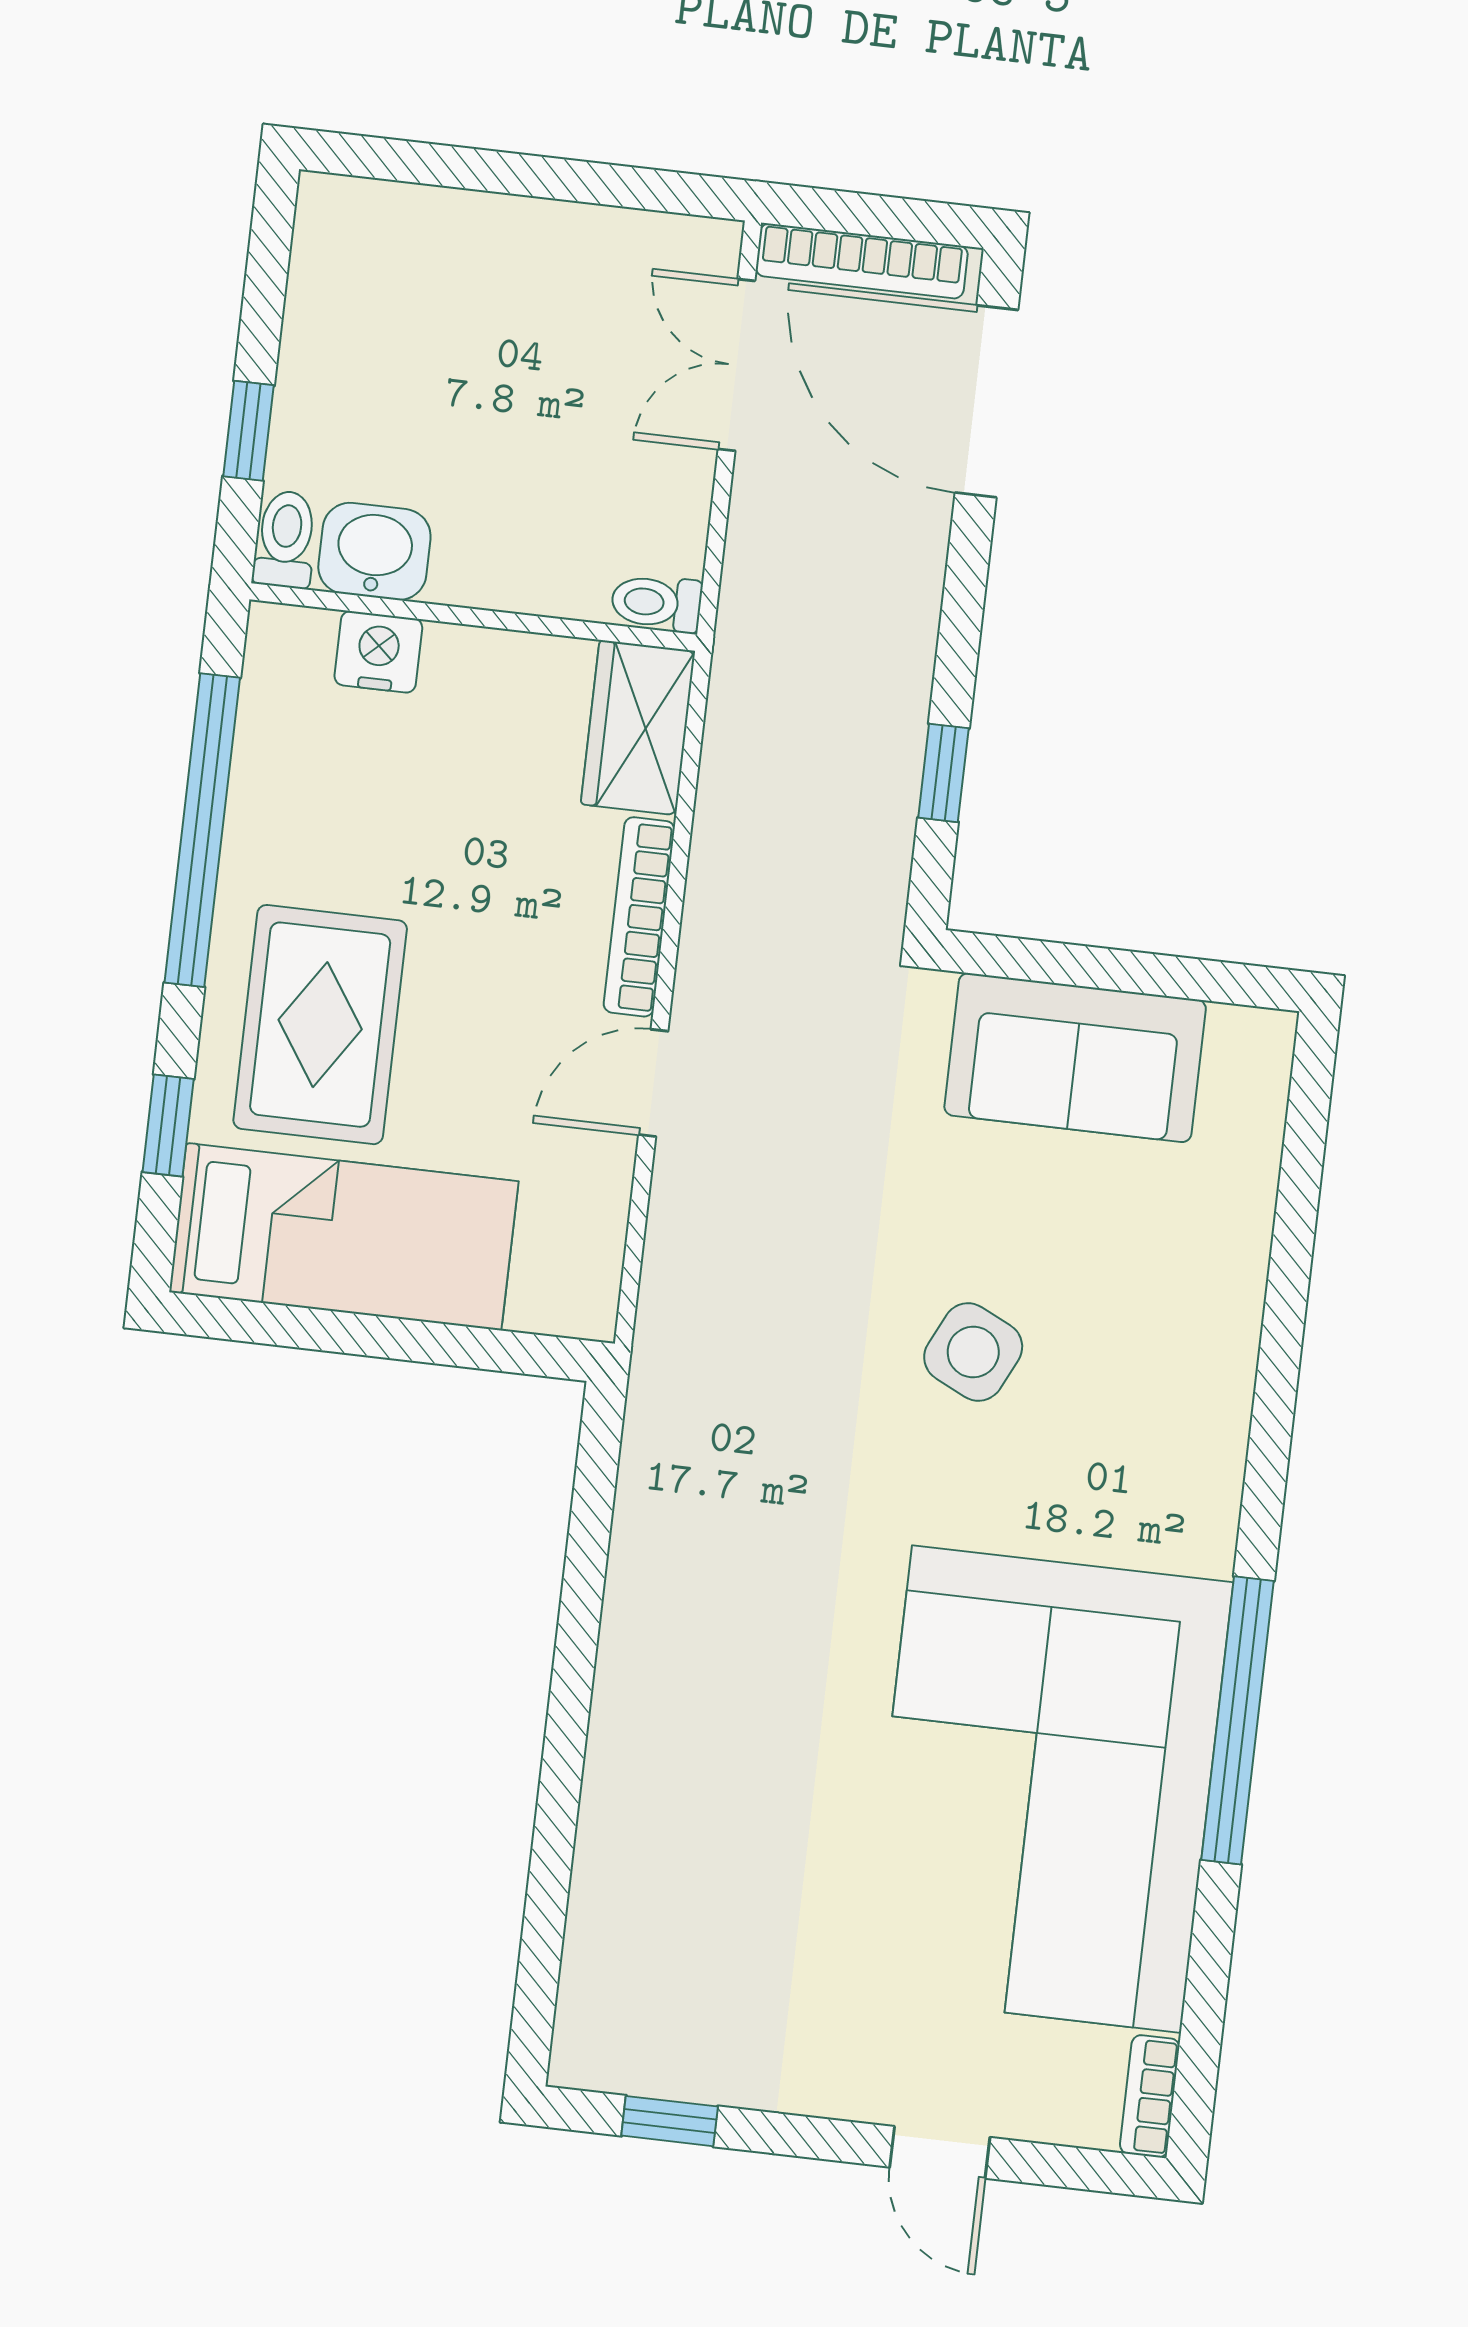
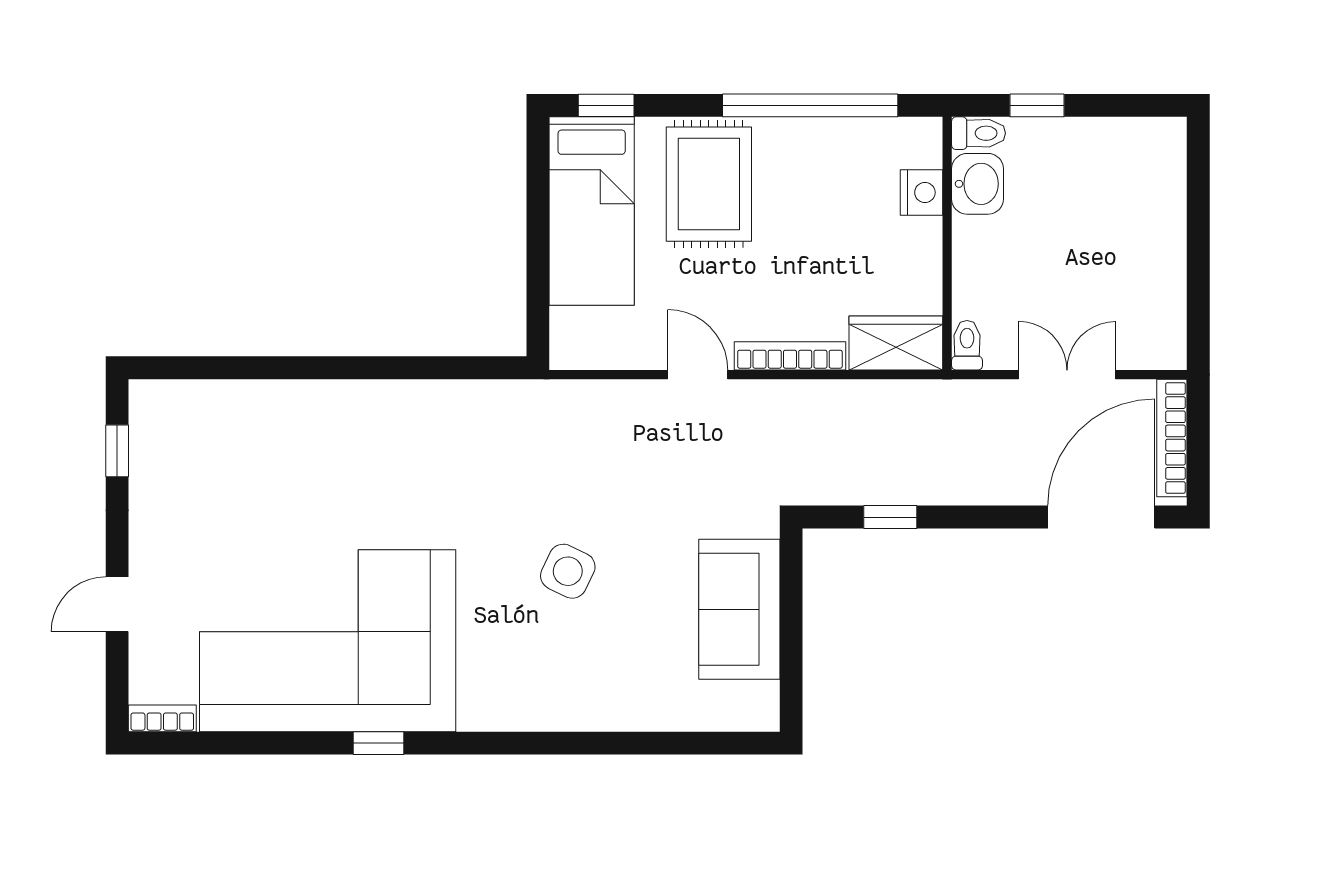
double door: (736, 365) -> (1067, 375), moved
rug: (320, 1025) -> (709, 184), turned 90
window: (168, 1125) -> (606, 105), moved
window: (1238, 1720) -> (379, 743), width x0.32

